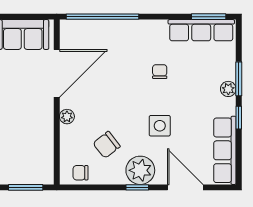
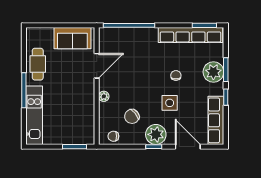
row of seats: (201, 30) -> (190, 35), width x1.36
chair: (160, 72) -> (176, 75), moved
door: (57, 73) -> (97, 66), width x0.73
plant: (228, 89) -> (213, 72), width x1.87, depth x1.87

